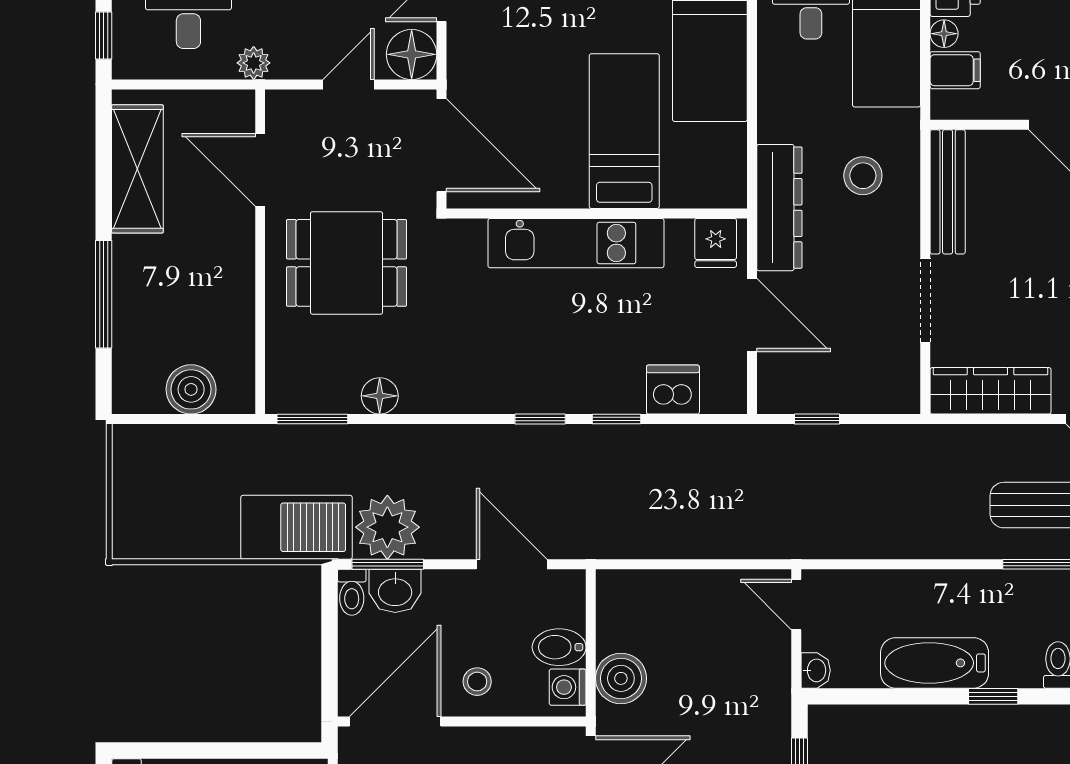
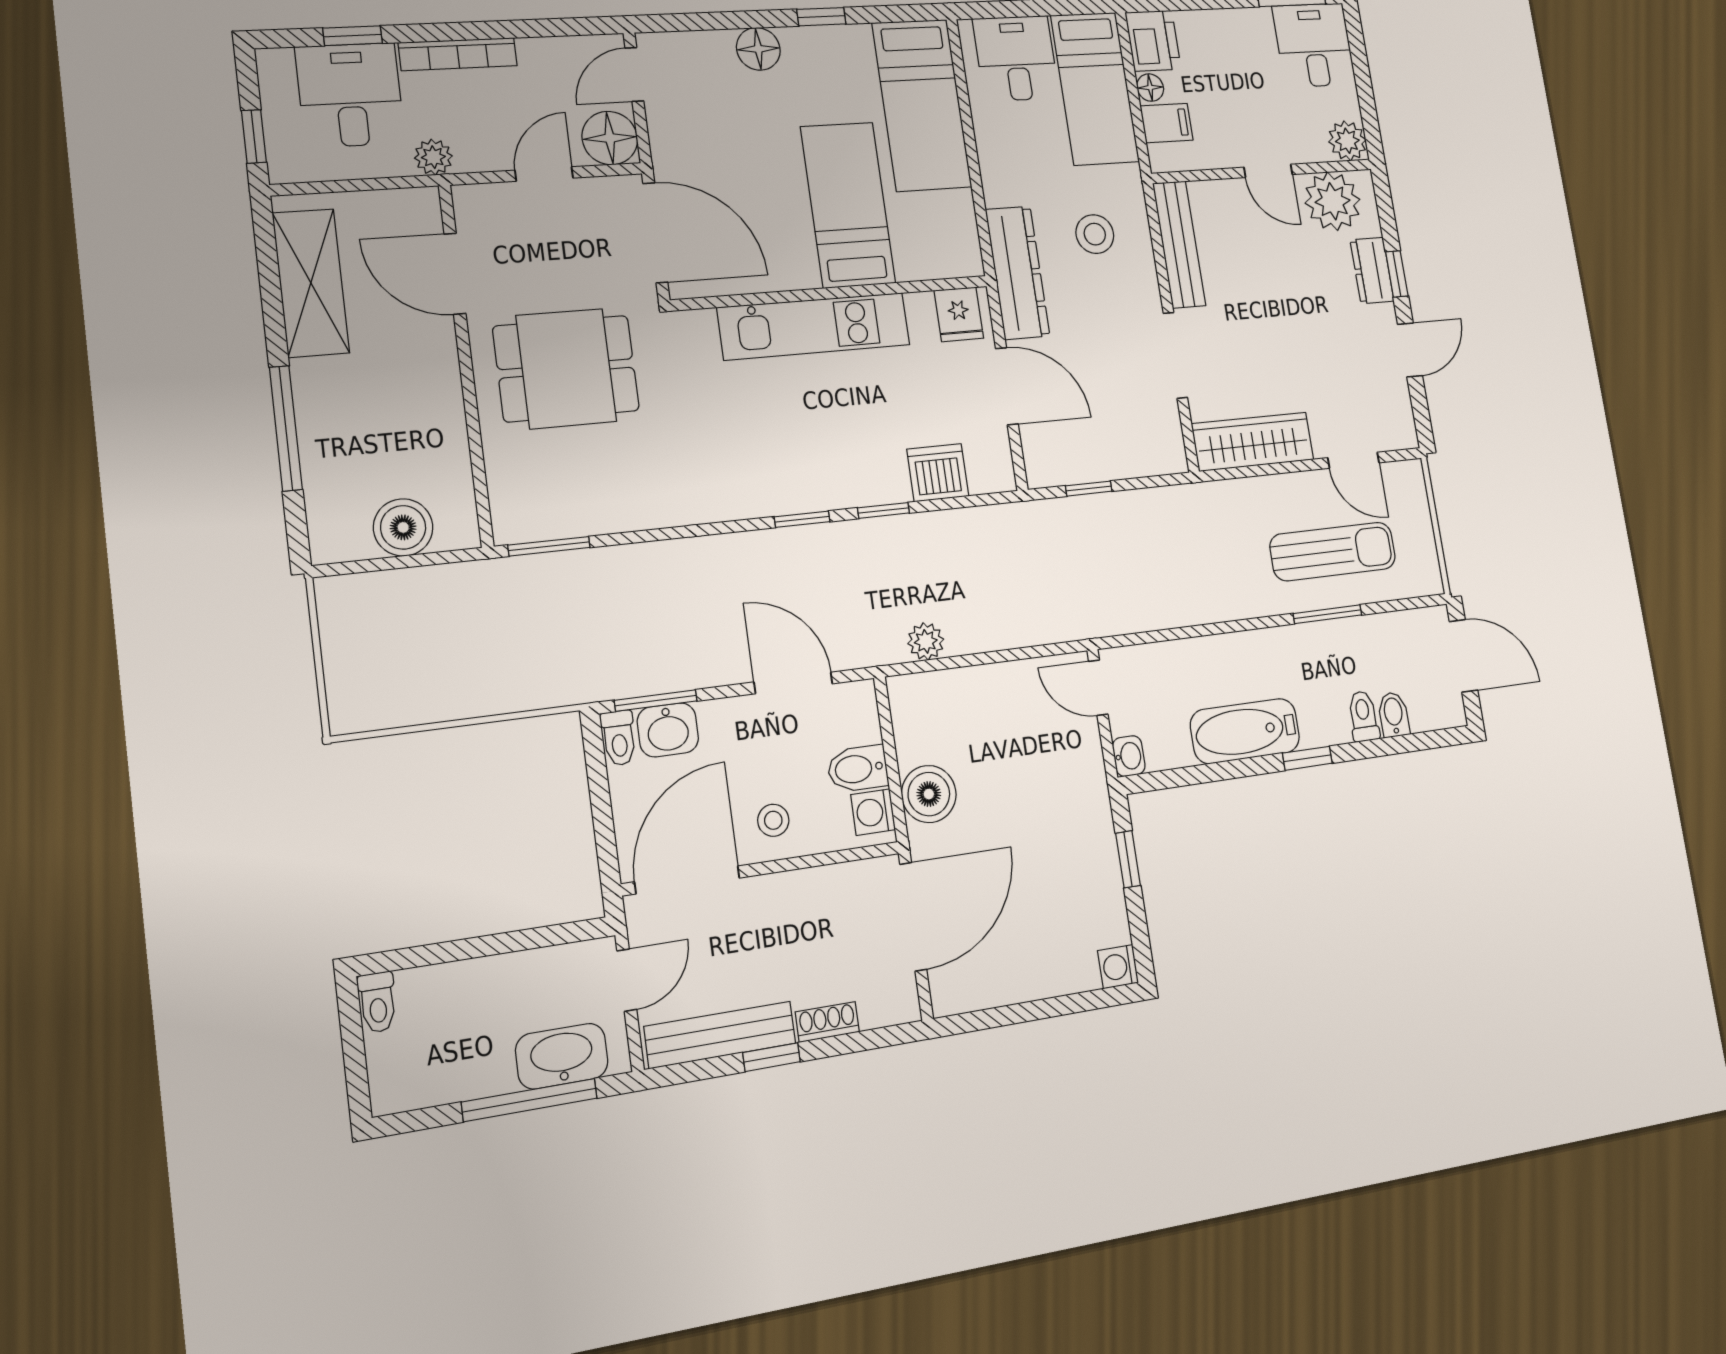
floor lamp: (380, 396) -> (622, 512), removed
barbecue: (297, 527) -> (546, 672), removed
plant: (387, 527) -> (926, 641), moved, width x0.53, depth x0.53

